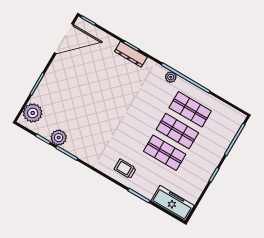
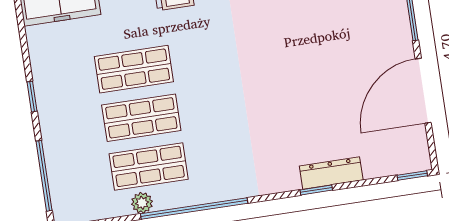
door: (64, 39) -> (423, 91), moved
dresser: (131, 54) -> (331, 173), moved
plant: (171, 77) -> (142, 203), moved

